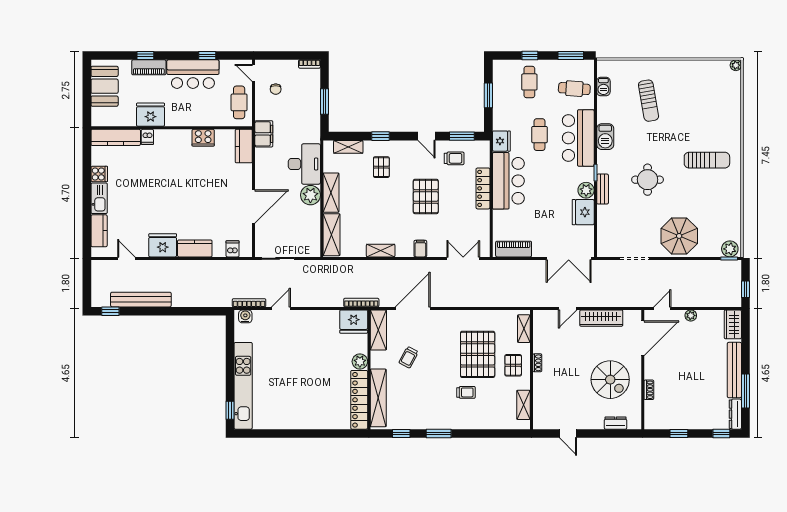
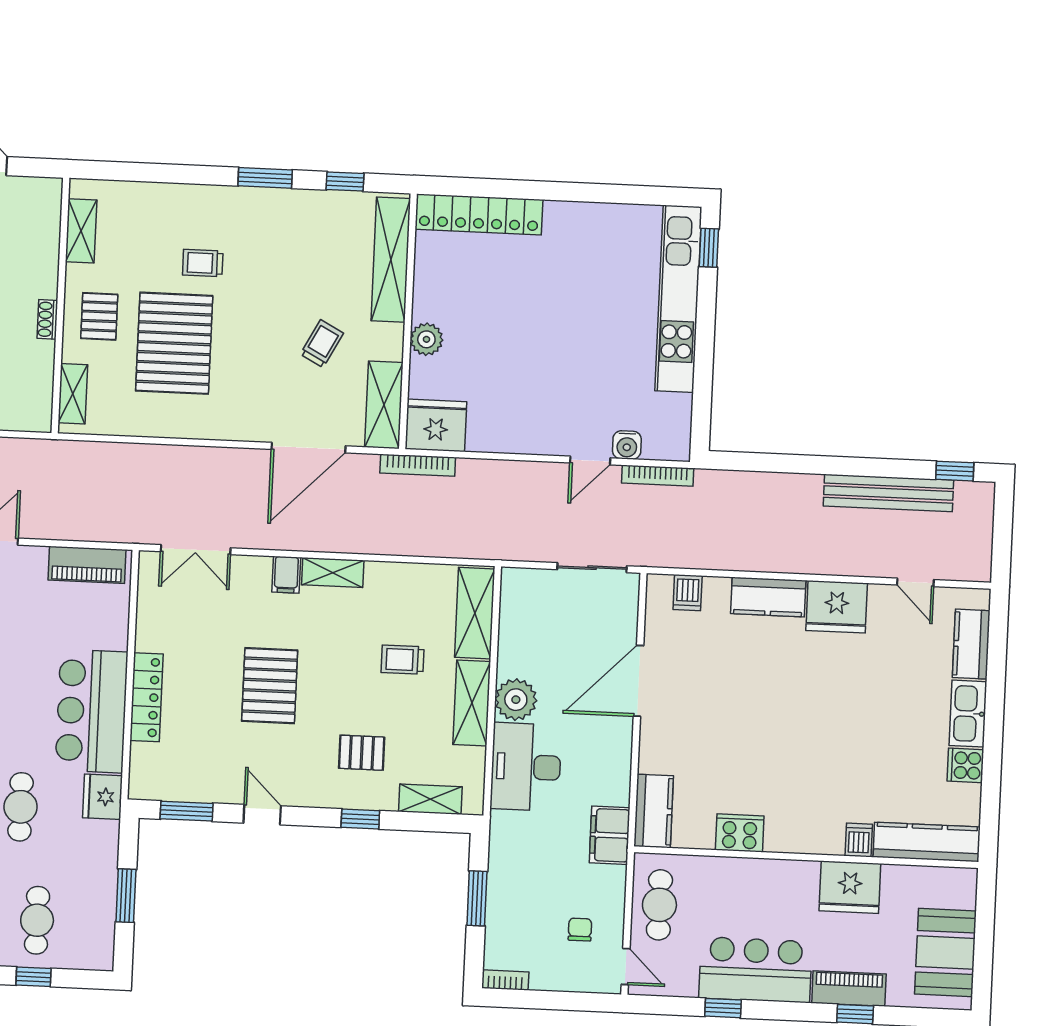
trolley: (454, 158) -> (403, 660), moved
pallet: (381, 167) -> (362, 753), turned 90
shelving: (381, 251) -> (333, 573), moved
water cooler: (245, 316) -> (627, 445), moved
locker: (359, 400) -> (479, 214), moved, turned 90

